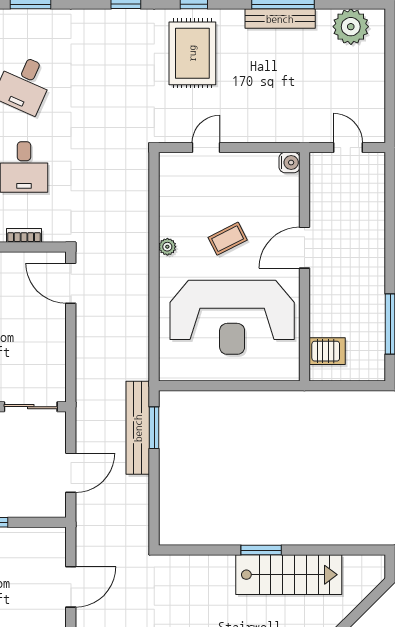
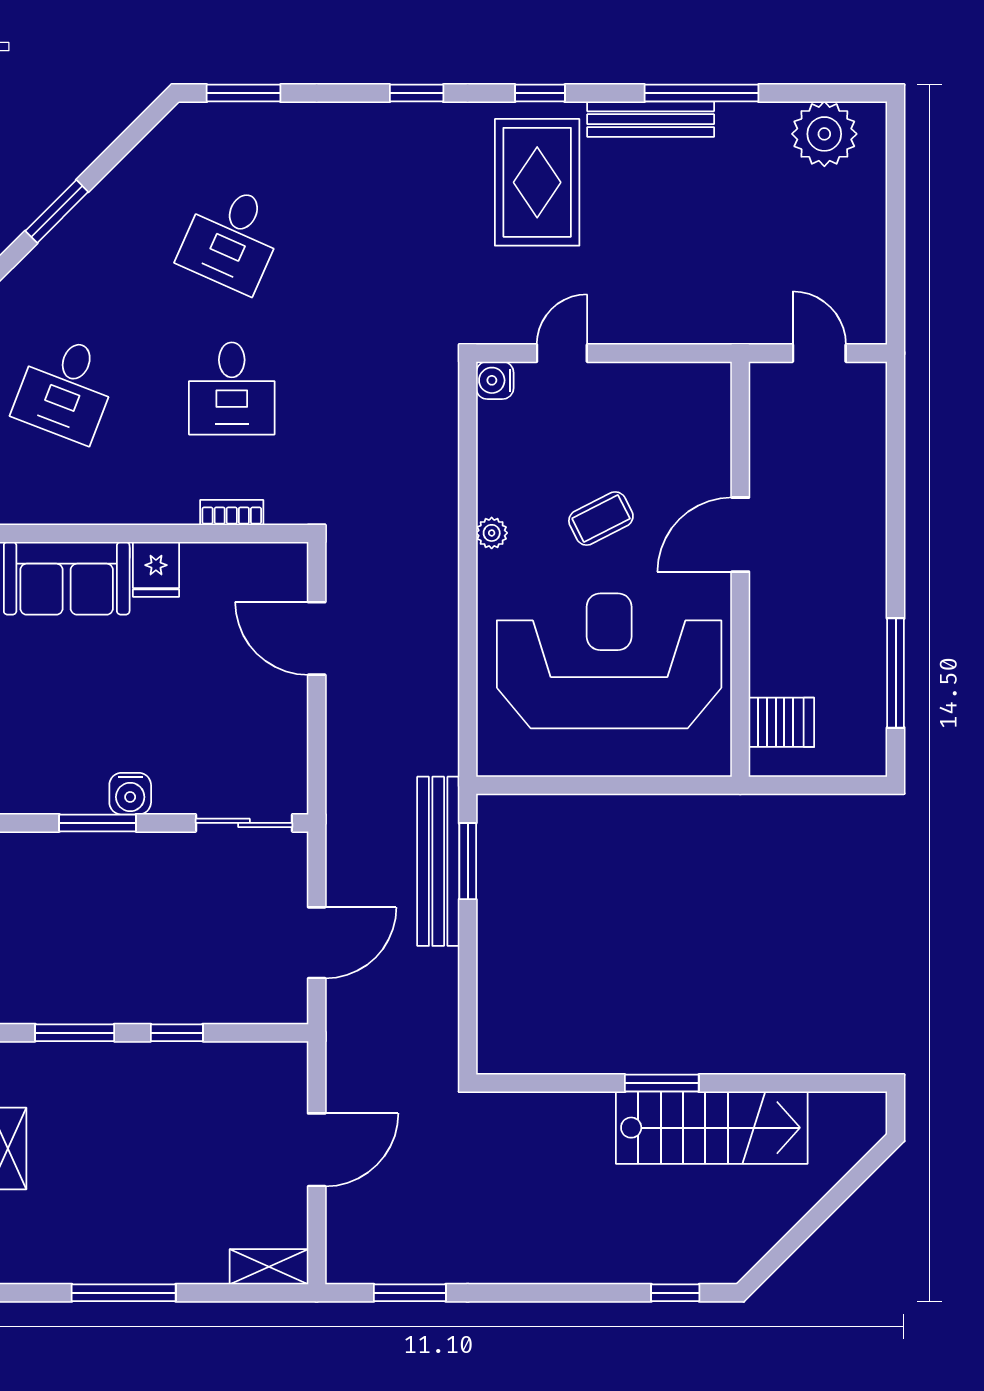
bench: (280, 19) -> (651, 119), moved
water cooler: (289, 163) -> (495, 380), moved, turned 180
door: (71, 283) -> (317, 638), moved
reception desk: (232, 317) -> (609, 661), turned 180

